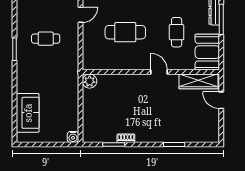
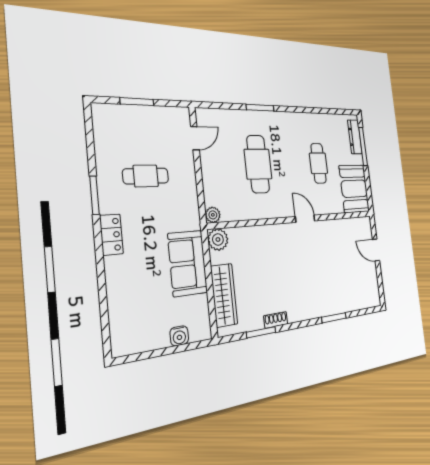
cafe table: (125, 32) -> (258, 164), turned 90
plant: (88, 65) -> (213, 215), added
locker: (22, 73) -> (111, 235), added
wardrobe: (198, 81) -> (224, 295), moved, turned -90
sofa: (28, 113) -> (188, 263), moved, turned 180
water cooler: (73, 137) -> (179, 336), moved

